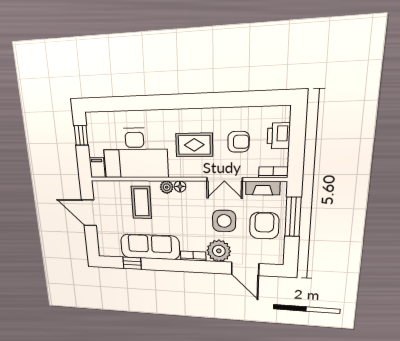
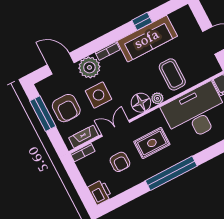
window: (189, 101) -> (171, 173), added
printer: (279, 136) -> (100, 192), moved
armchair: (239, 142) -> (120, 162), turned -90
floor lamp: (180, 186) -> (141, 103), width x1.89, depth x1.89
window: (293, 217) -> (43, 114), moved
window: (132, 263) -> (142, 21), moved

